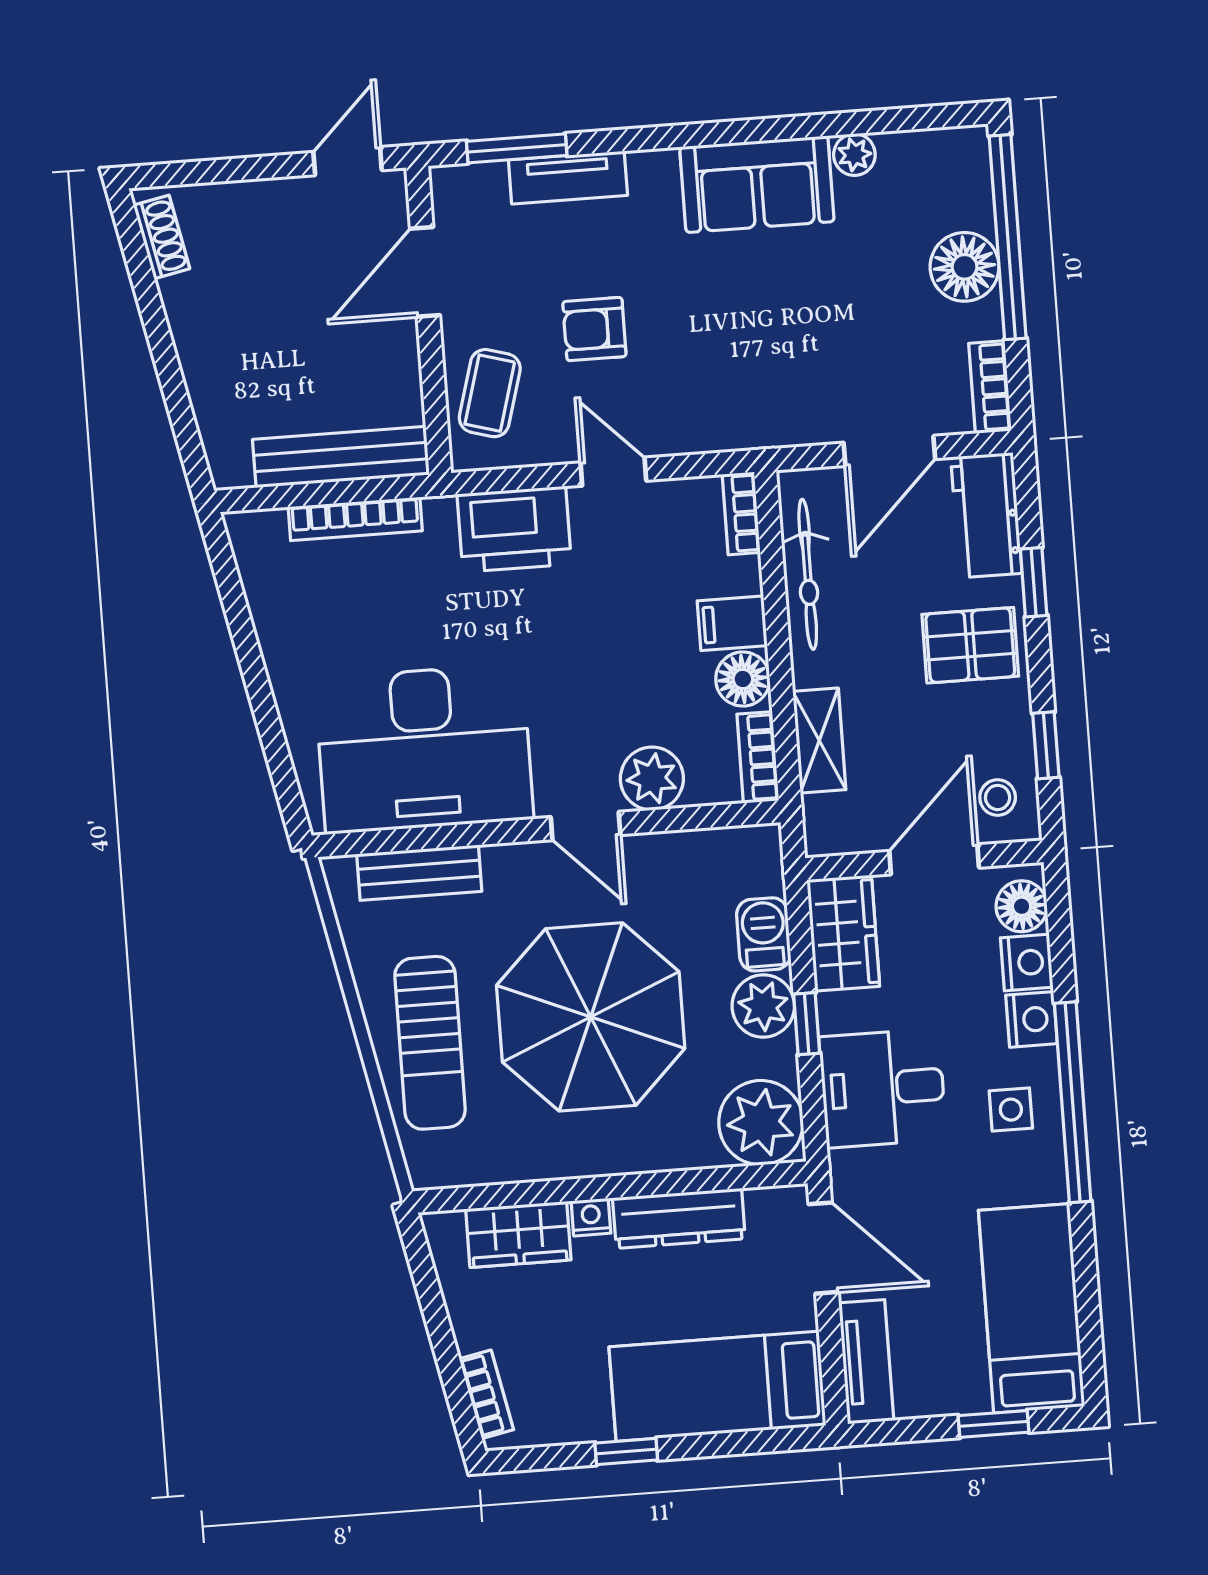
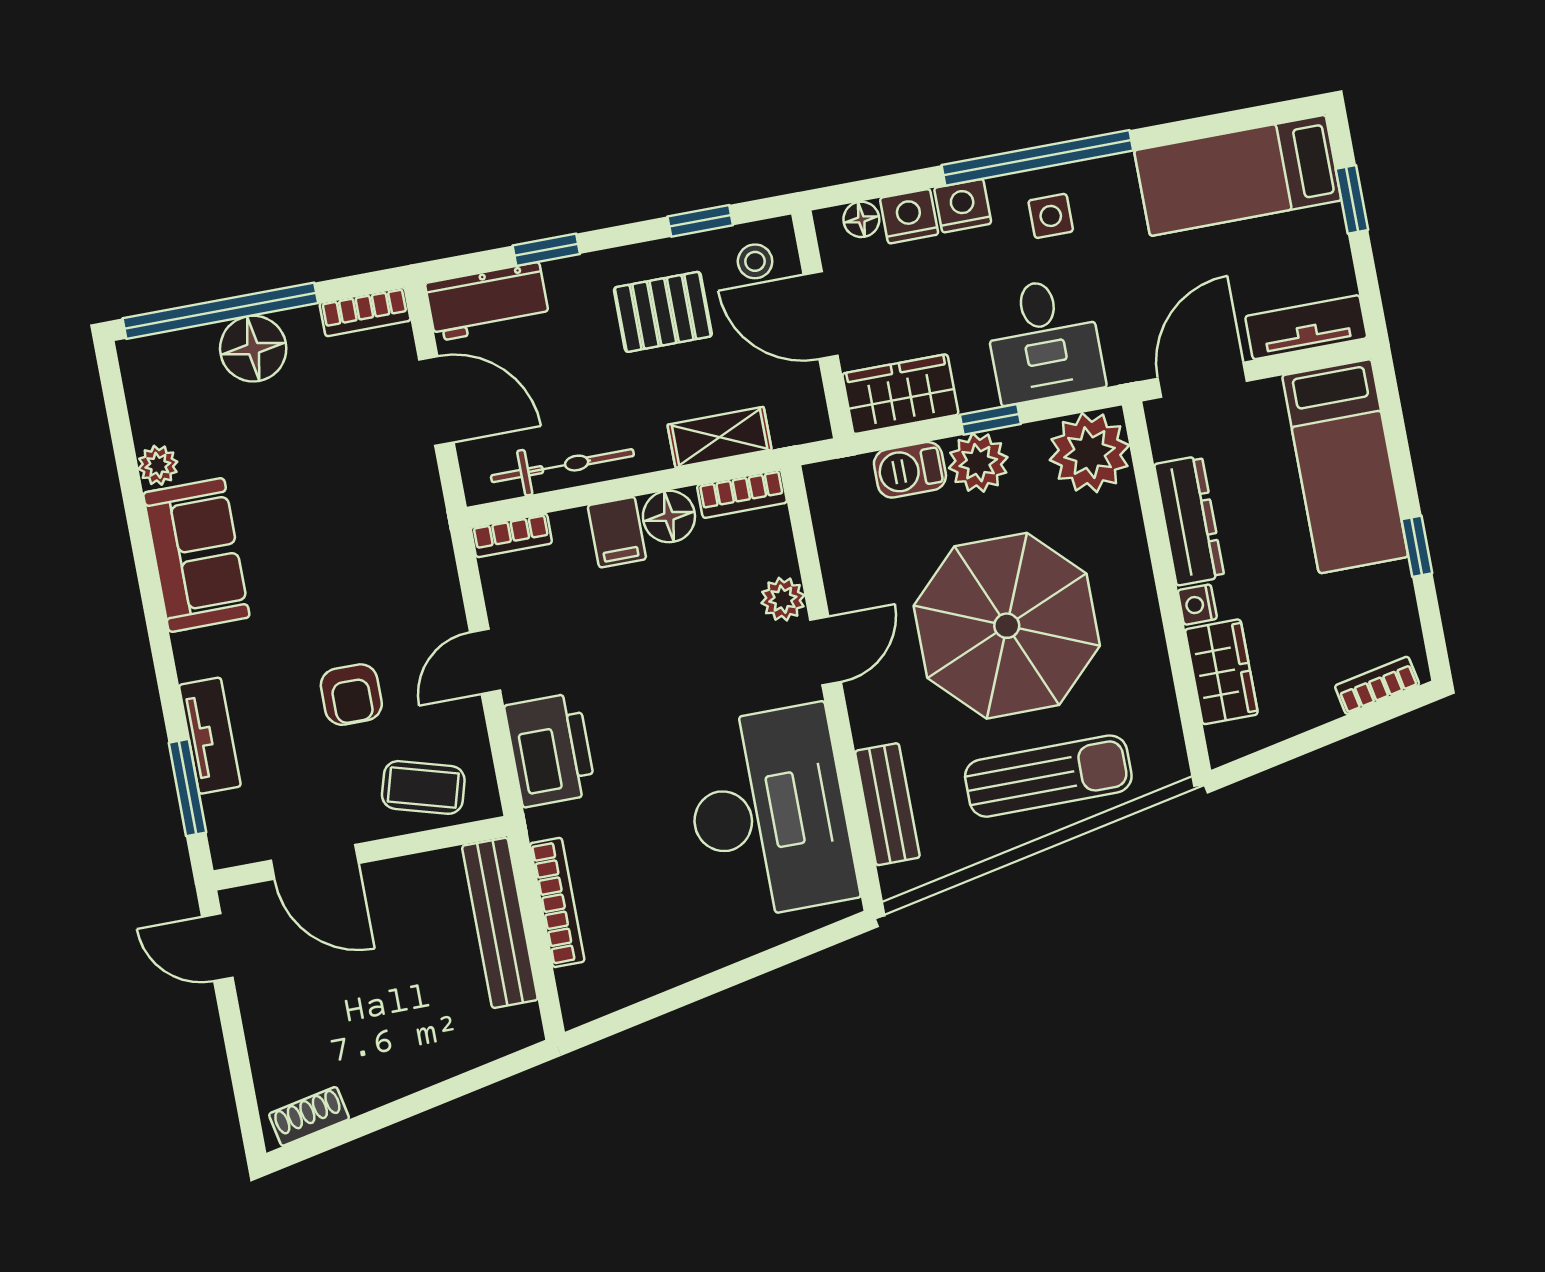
pallet: (970, 645) -> (663, 312), moved, turned 90
plant: (652, 779) -> (783, 599), width x0.73, depth x0.73
floor lamp: (1022, 906) -> (861, 219), width x0.73, depth x0.73

